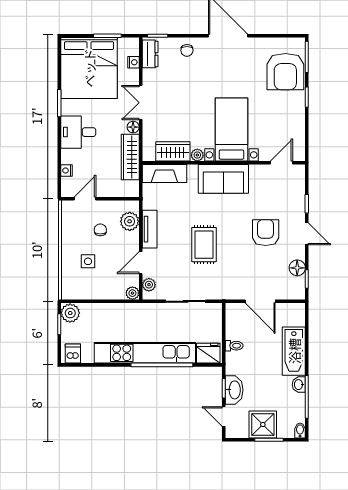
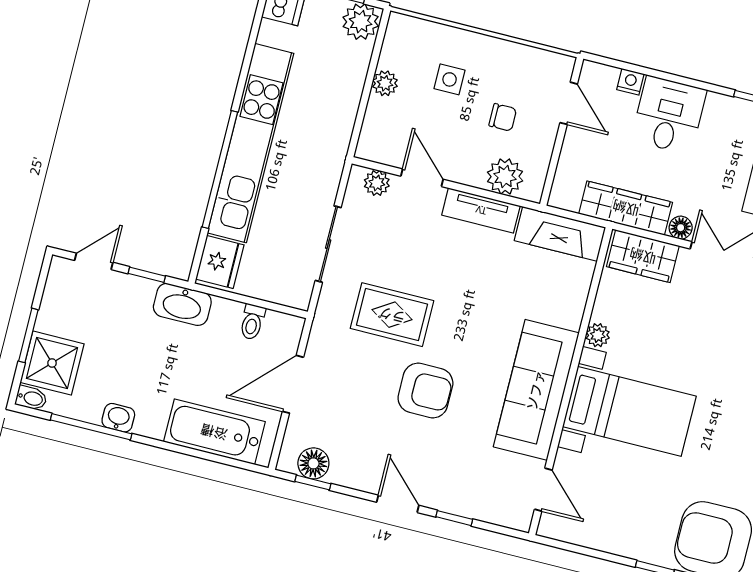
desk: (78, 132) -> (669, 115), moved
wardrobe: (173, 151) -> (643, 256), moved, turned 90
fireplace: (164, 174) -> (560, 234), moved, turned -90
sofa: (223, 179) -> (536, 390), width x1.36
armchair: (266, 233) -> (425, 391), moved
door: (307, 234) -> (398, 504), swing flipped
rug: (204, 245) -> (392, 315), moved
floor lamp: (297, 268) -> (313, 463), moved
plant: (132, 293) -> (385, 83), moved
toilet: (234, 346) -> (252, 322), moved
bathtub: (294, 351) -> (214, 432), moved
washbasin: (234, 390) -> (182, 304), moved
shower: (263, 425) -> (52, 363), moved

